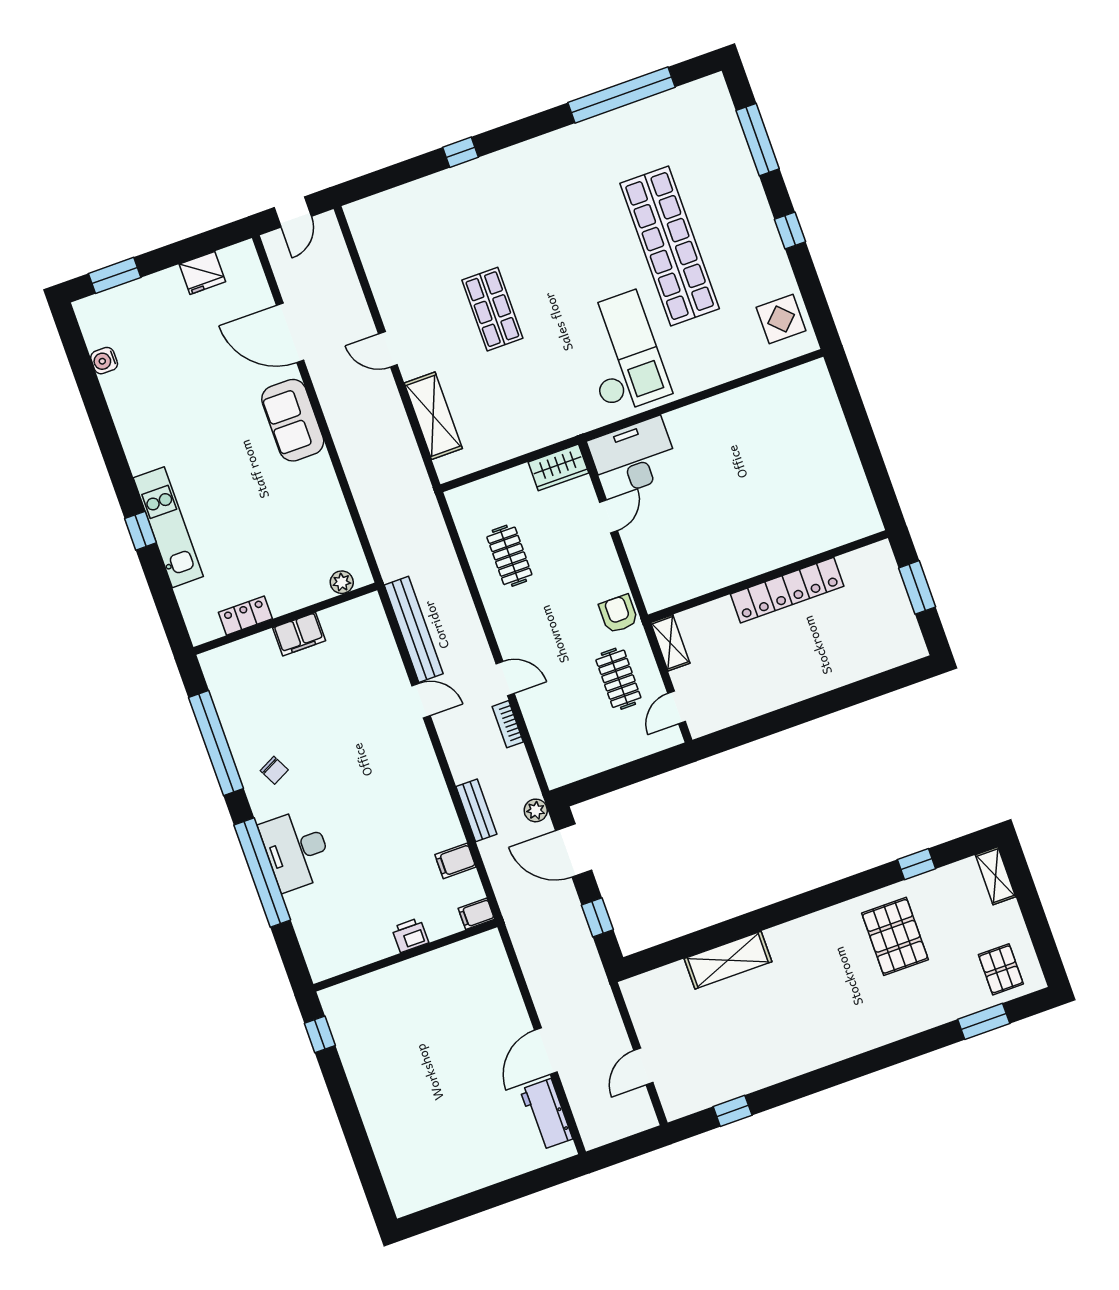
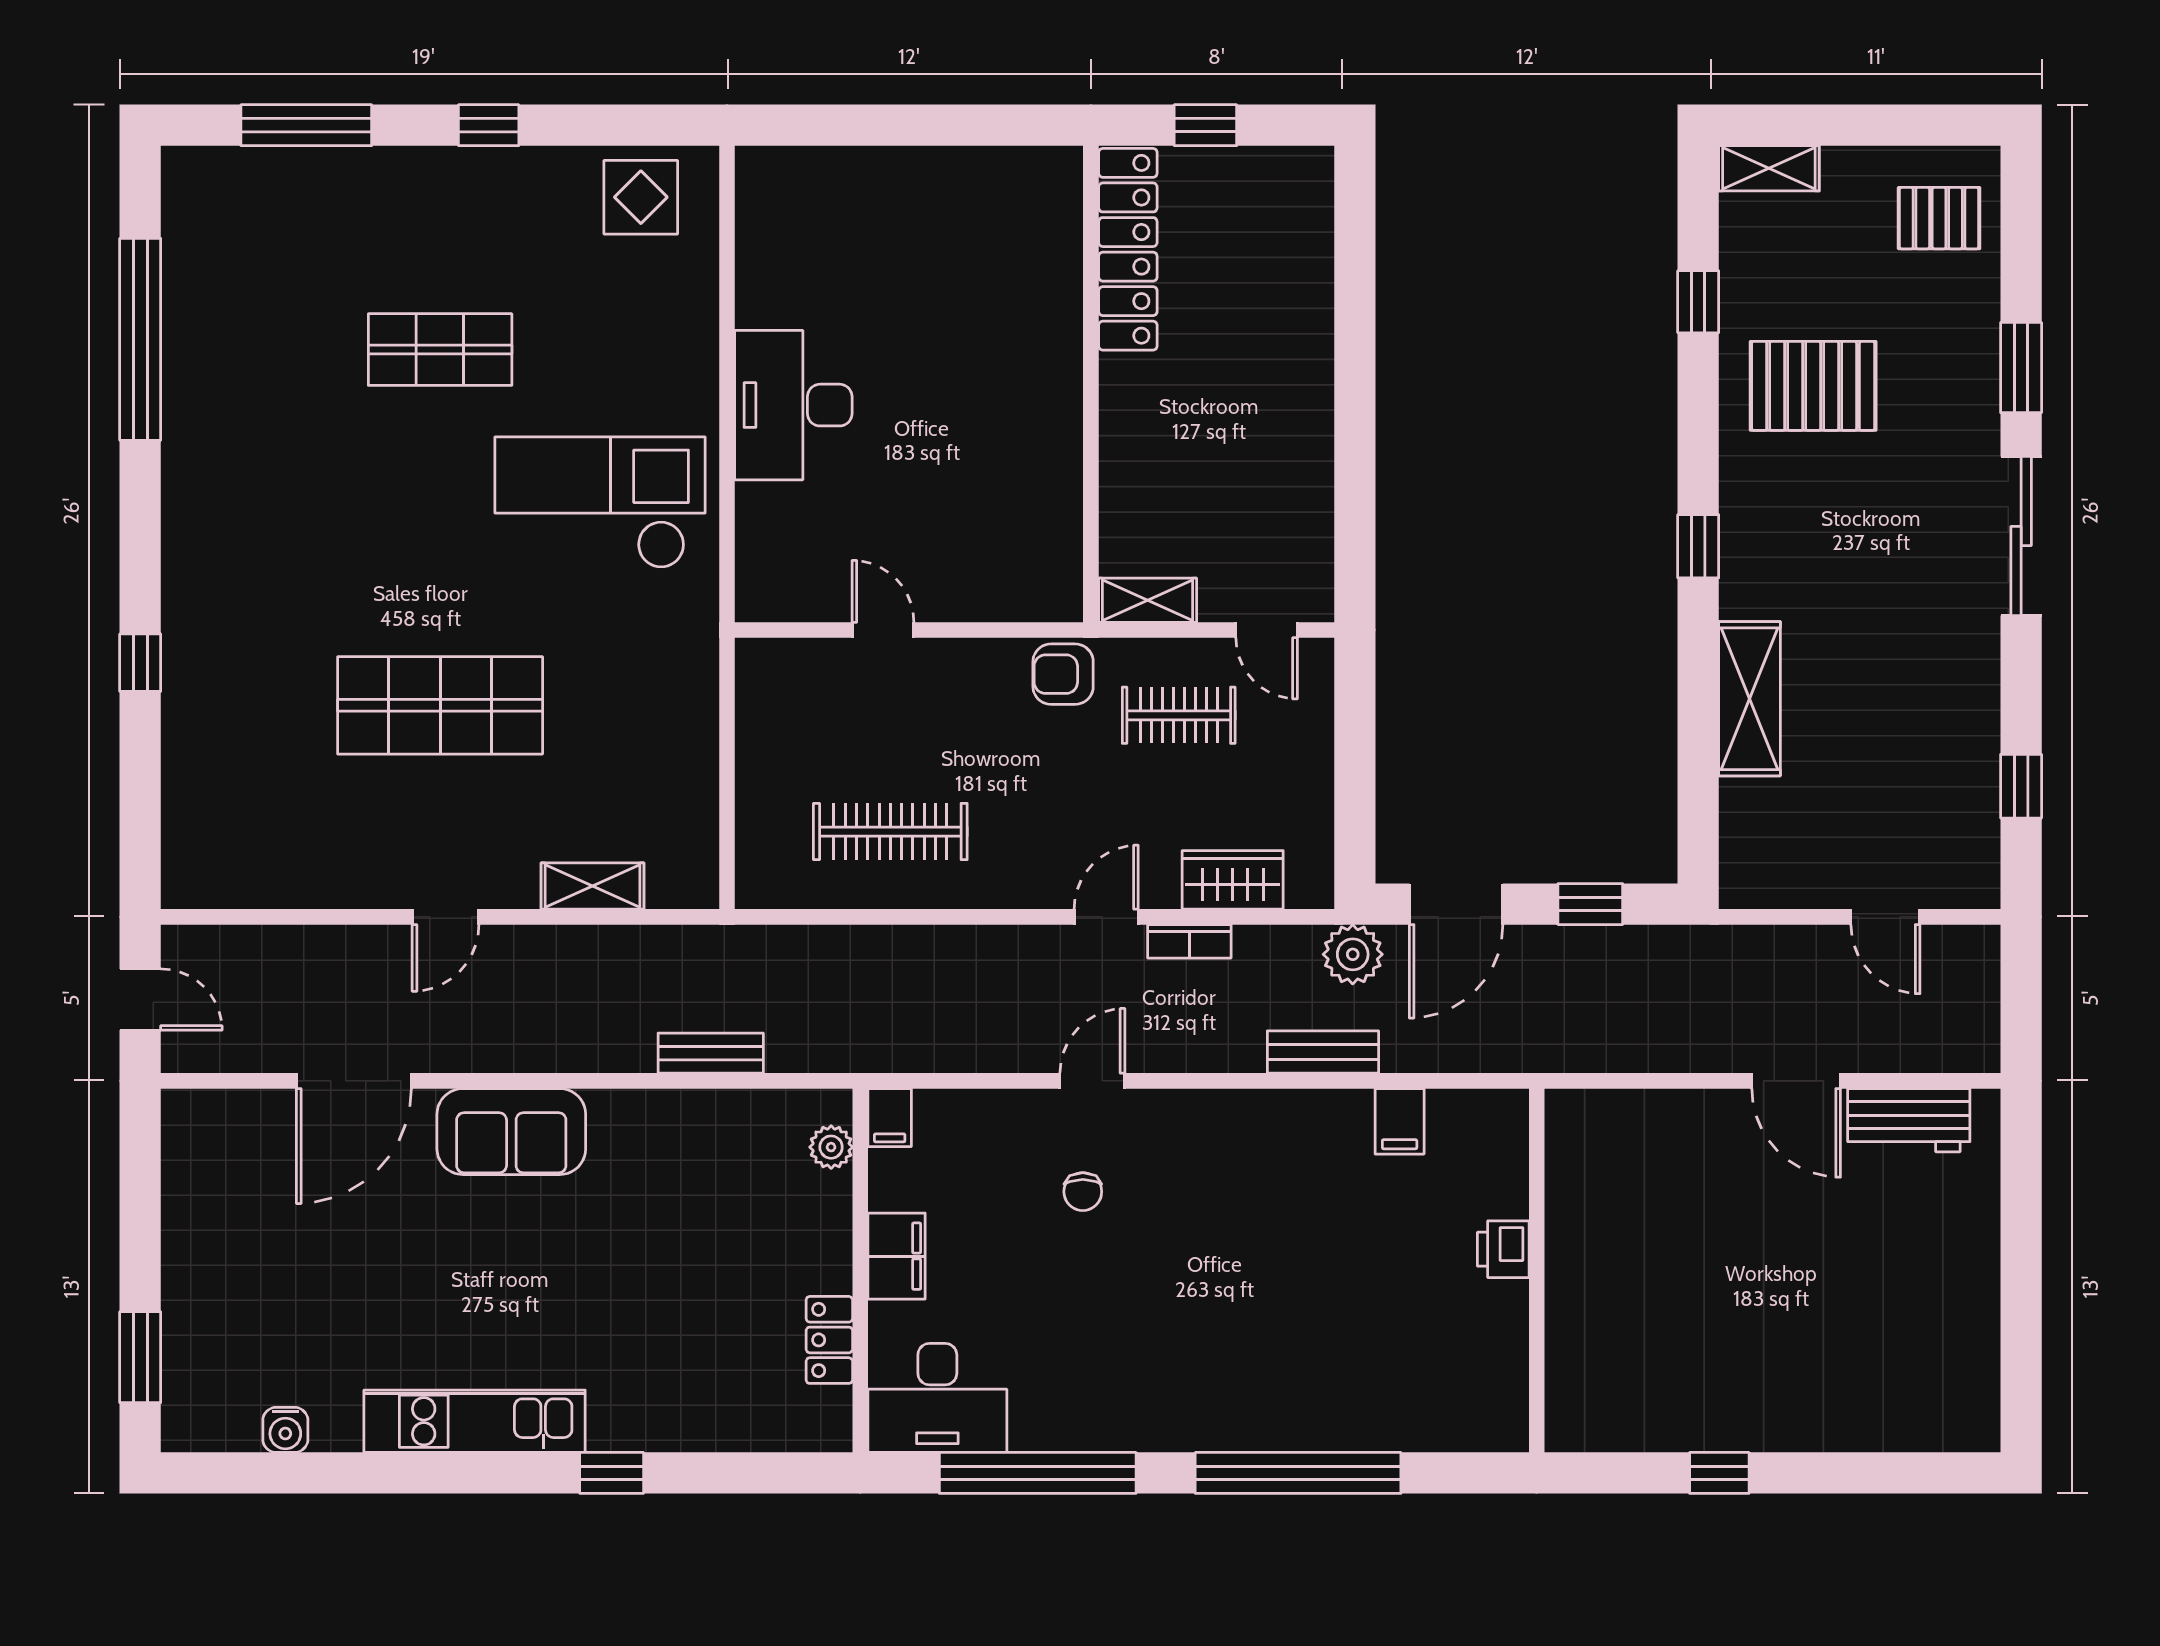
shop shelf: (670, 246) -> (440, 350), width x0.50, depth x0.74
fridge: (202, 273) -> (191, 1199), removed
shop shelf: (492, 309) -> (440, 705), width x1.43, depth x1.36
shelving: (433, 416) -> (593, 886), width x0.67, depth x0.75
desk: (634, 457) -> (793, 405), moved
wardrobe: (558, 467) -> (1233, 880), moved, turned -90
kitchen unit: (168, 527) -> (475, 1421), moved
clothes rail: (509, 556) -> (890, 832), width x1.36
window: (917, 587) -> (1205, 125), width x0.67
locker: (787, 590) -> (1128, 249), moved
bench: (414, 629) -> (711, 1053), moved, width x0.54, depth x0.82
chair: (274, 770) -> (1083, 1192), moved, turned 117
plant: (536, 810) -> (1353, 954), width x1.38, depth x1.38
desk: (296, 850) -> (937, 1398), moved
window: (795, 908) -> (1698, 546), added
filing cabinet: (476, 914) -> (890, 1118), moved
window: (984, 1021) -> (2021, 368), moved
window: (320, 1034) -> (1719, 1473), moved
sliding door: (857, 1067) -> (2021, 536), added

